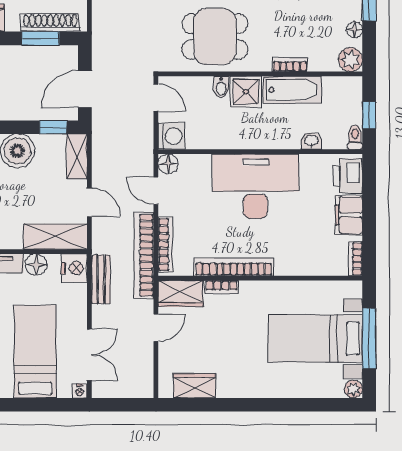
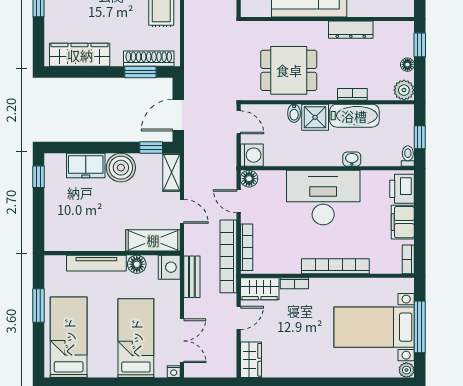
washbasin: (311, 141) -> (352, 159), moved
bookcase: (234, 267) -> (335, 266), moved
wardrobe: (194, 386) -> (251, 360), moved, turned 90

